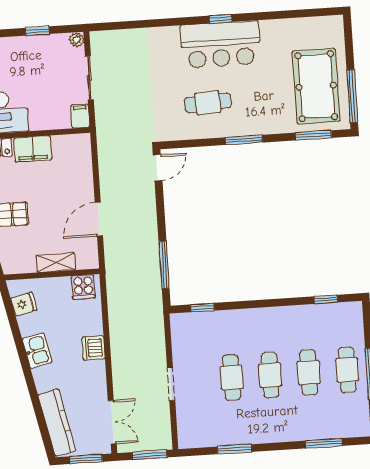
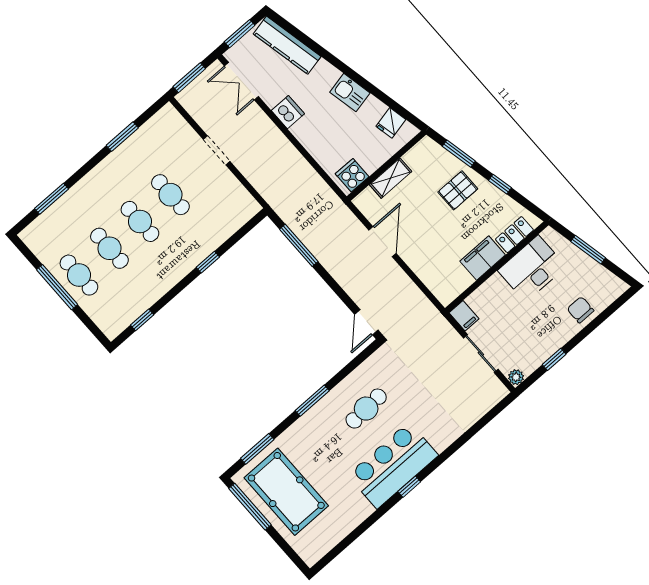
window: (202, 308) -> (208, 262), moved
dishwasher: (94, 348) -> (288, 112), moved

